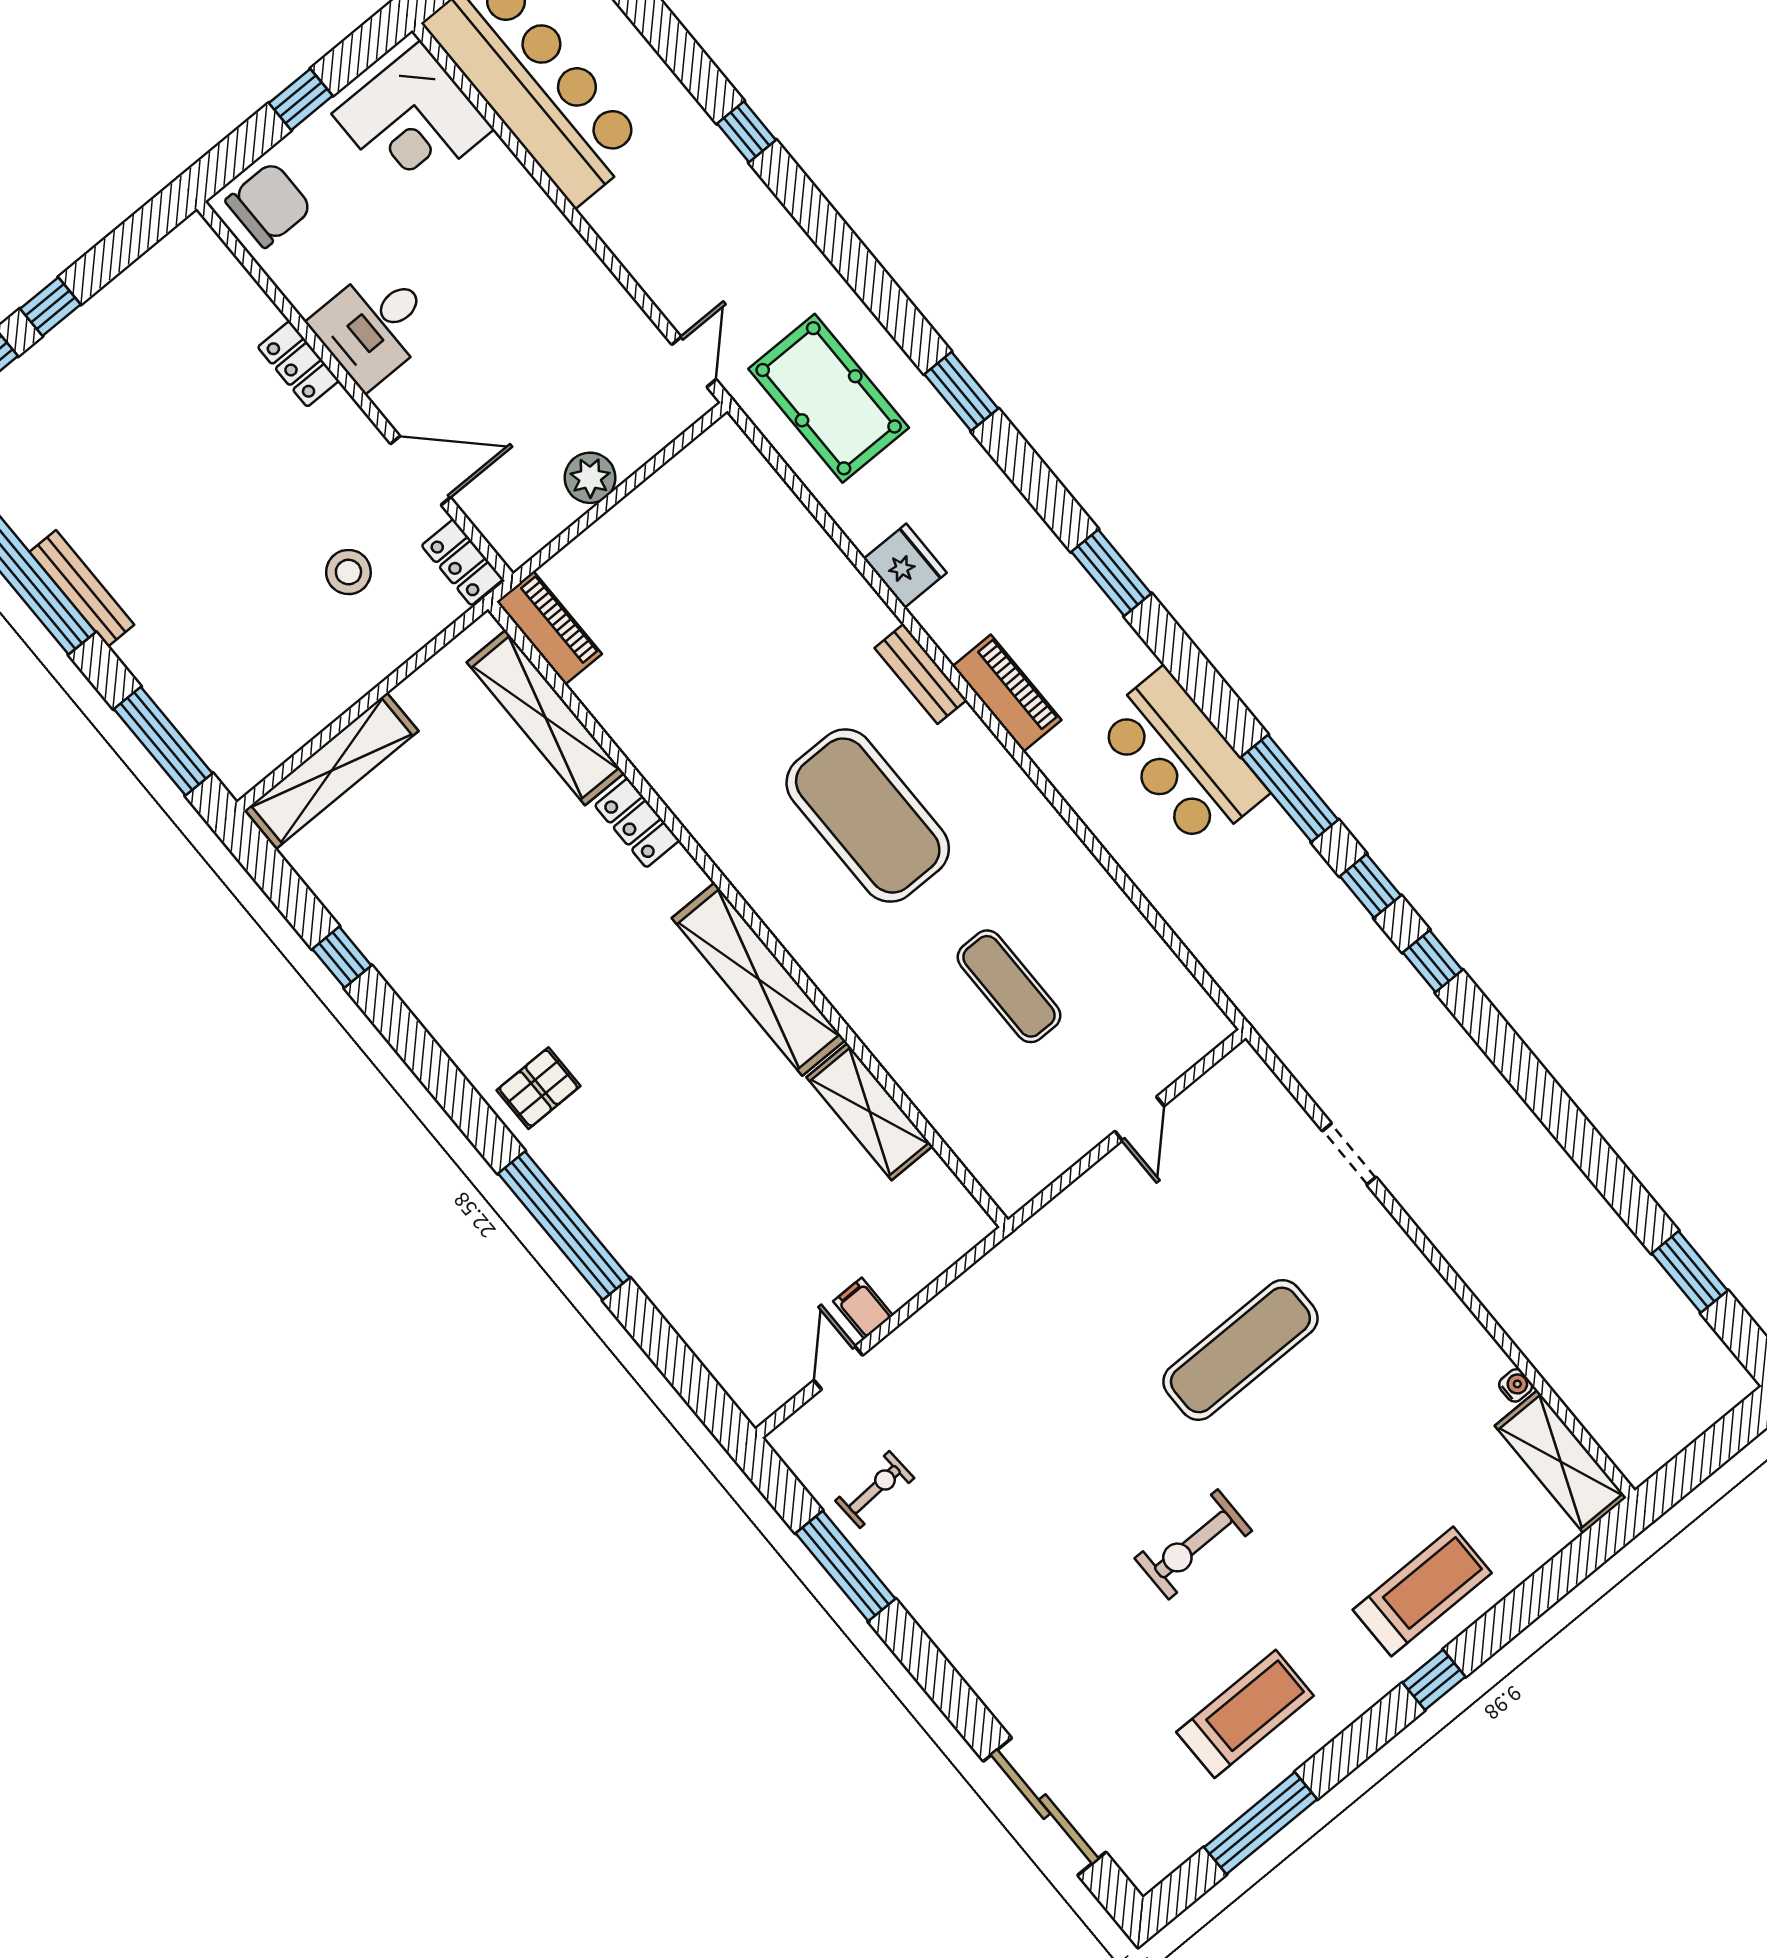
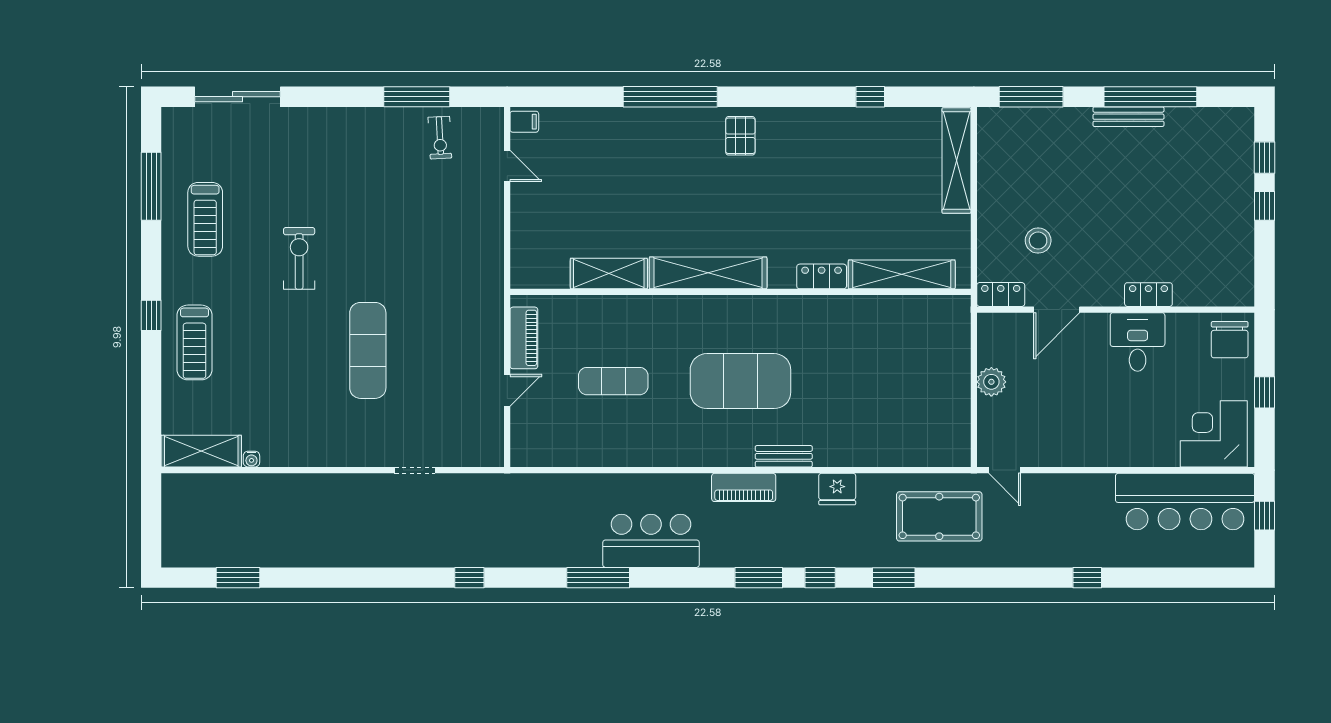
piano: (549, 628) -> (524, 338), moved, turned -90
window: (1370, 886) -> (820, 578), moved
door: (1139, 1119) -> (507, 390), swing flipped
filing cabinet: (863, 1308) -> (524, 122), moved

